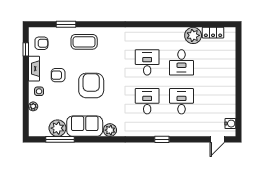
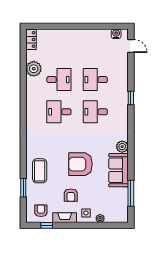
locker: (213, 33) -> (31, 39), moved
plant: (58, 128) -> (120, 196), removed

